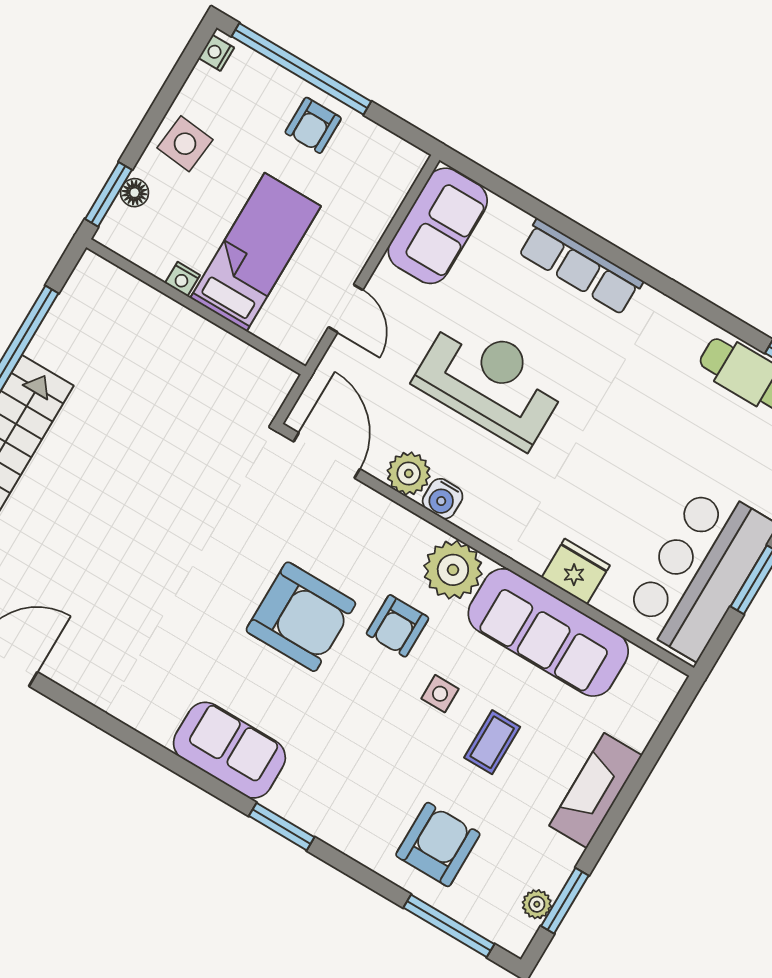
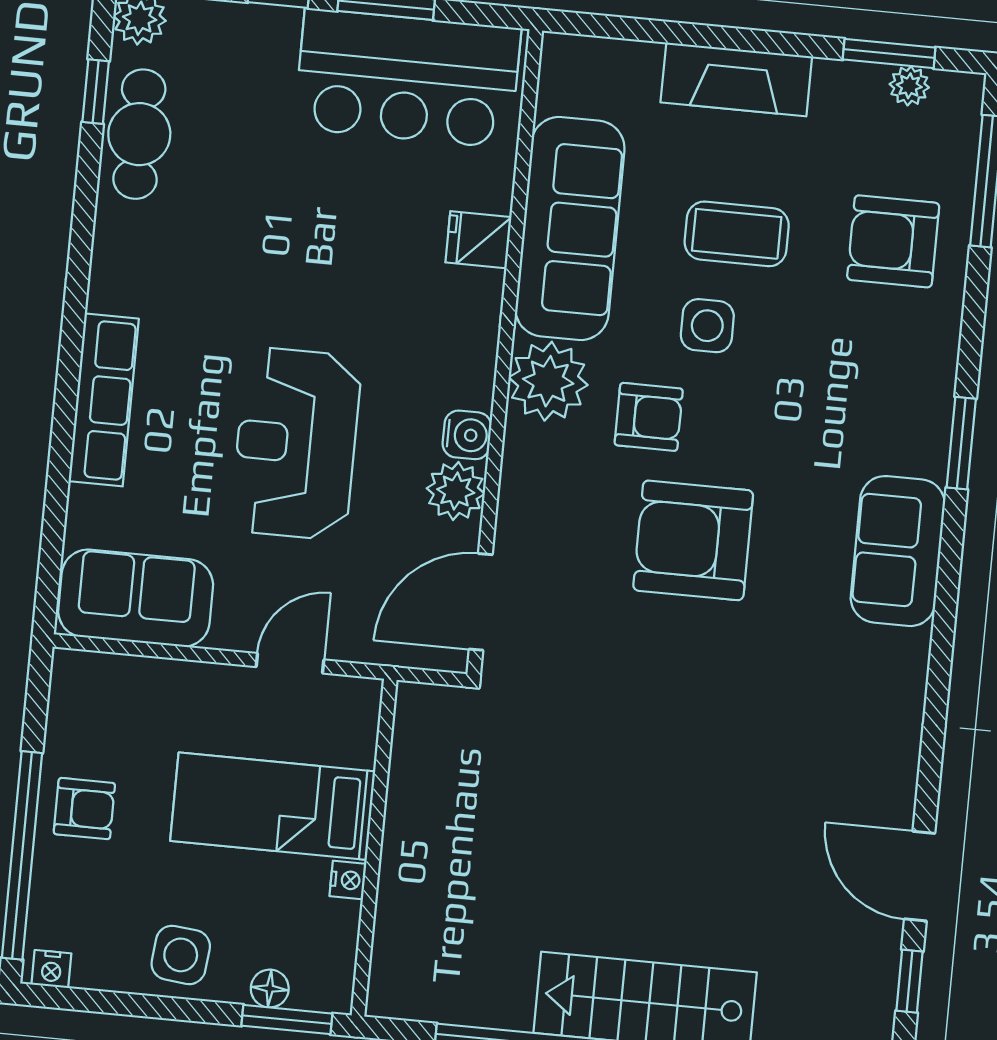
fridge: (576, 571) -> (478, 240), width x0.72
armchair: (301, 617) -> (693, 540), turned -90
side table: (440, 694) -> (707, 326), width x1.37, depth x1.37
coffee table: (492, 742) -> (737, 234), width x1.36, depth x1.30

